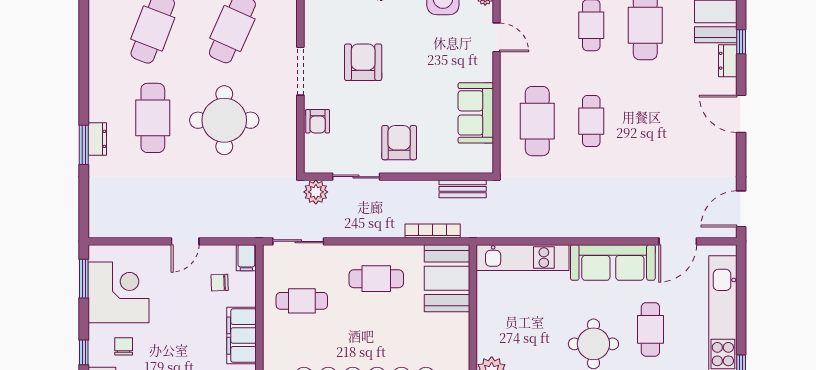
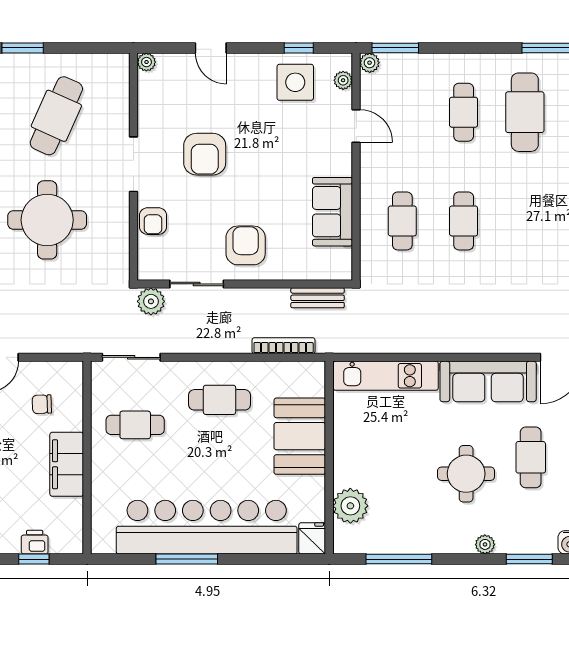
armchair: (363, 62) -> (205, 154), turned 180
cafe table: (537, 121) -> (402, 221), width x0.73, depth x0.74
filing cabinet: (246, 258) -> (72, 376), removed
booth: (447, 278) -> (300, 436), moved

